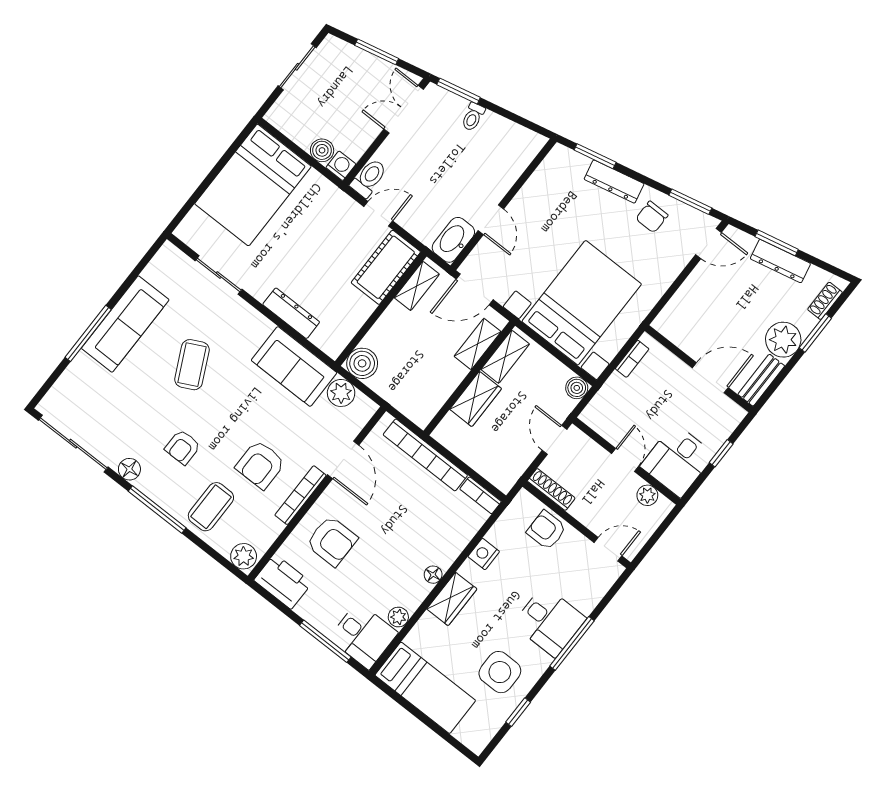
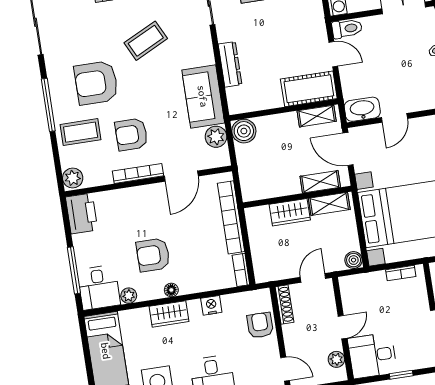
armchair: (183, 447) -> (96, 83), width x1.88, depth x1.88
floor lamp: (129, 469) -> (54, 67), removed
armchair: (332, 541) -> (153, 255), moved, turned 90

